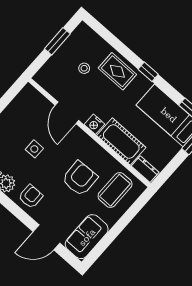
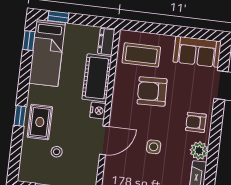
window: (148, 72) -> (20, 116), moved

